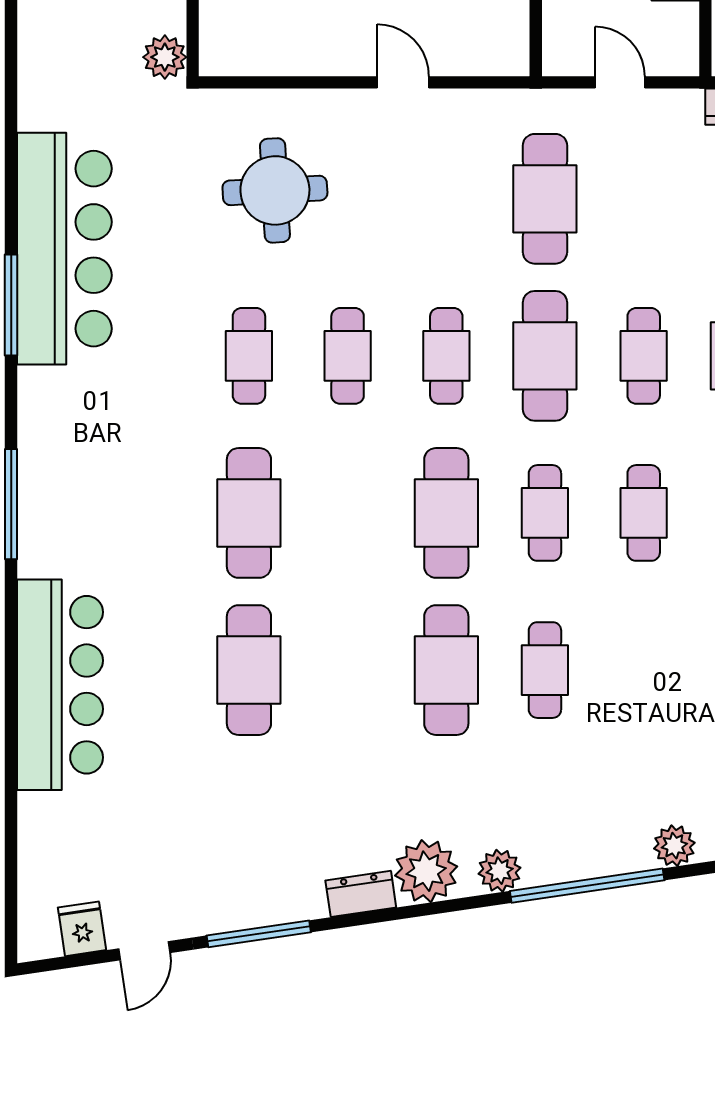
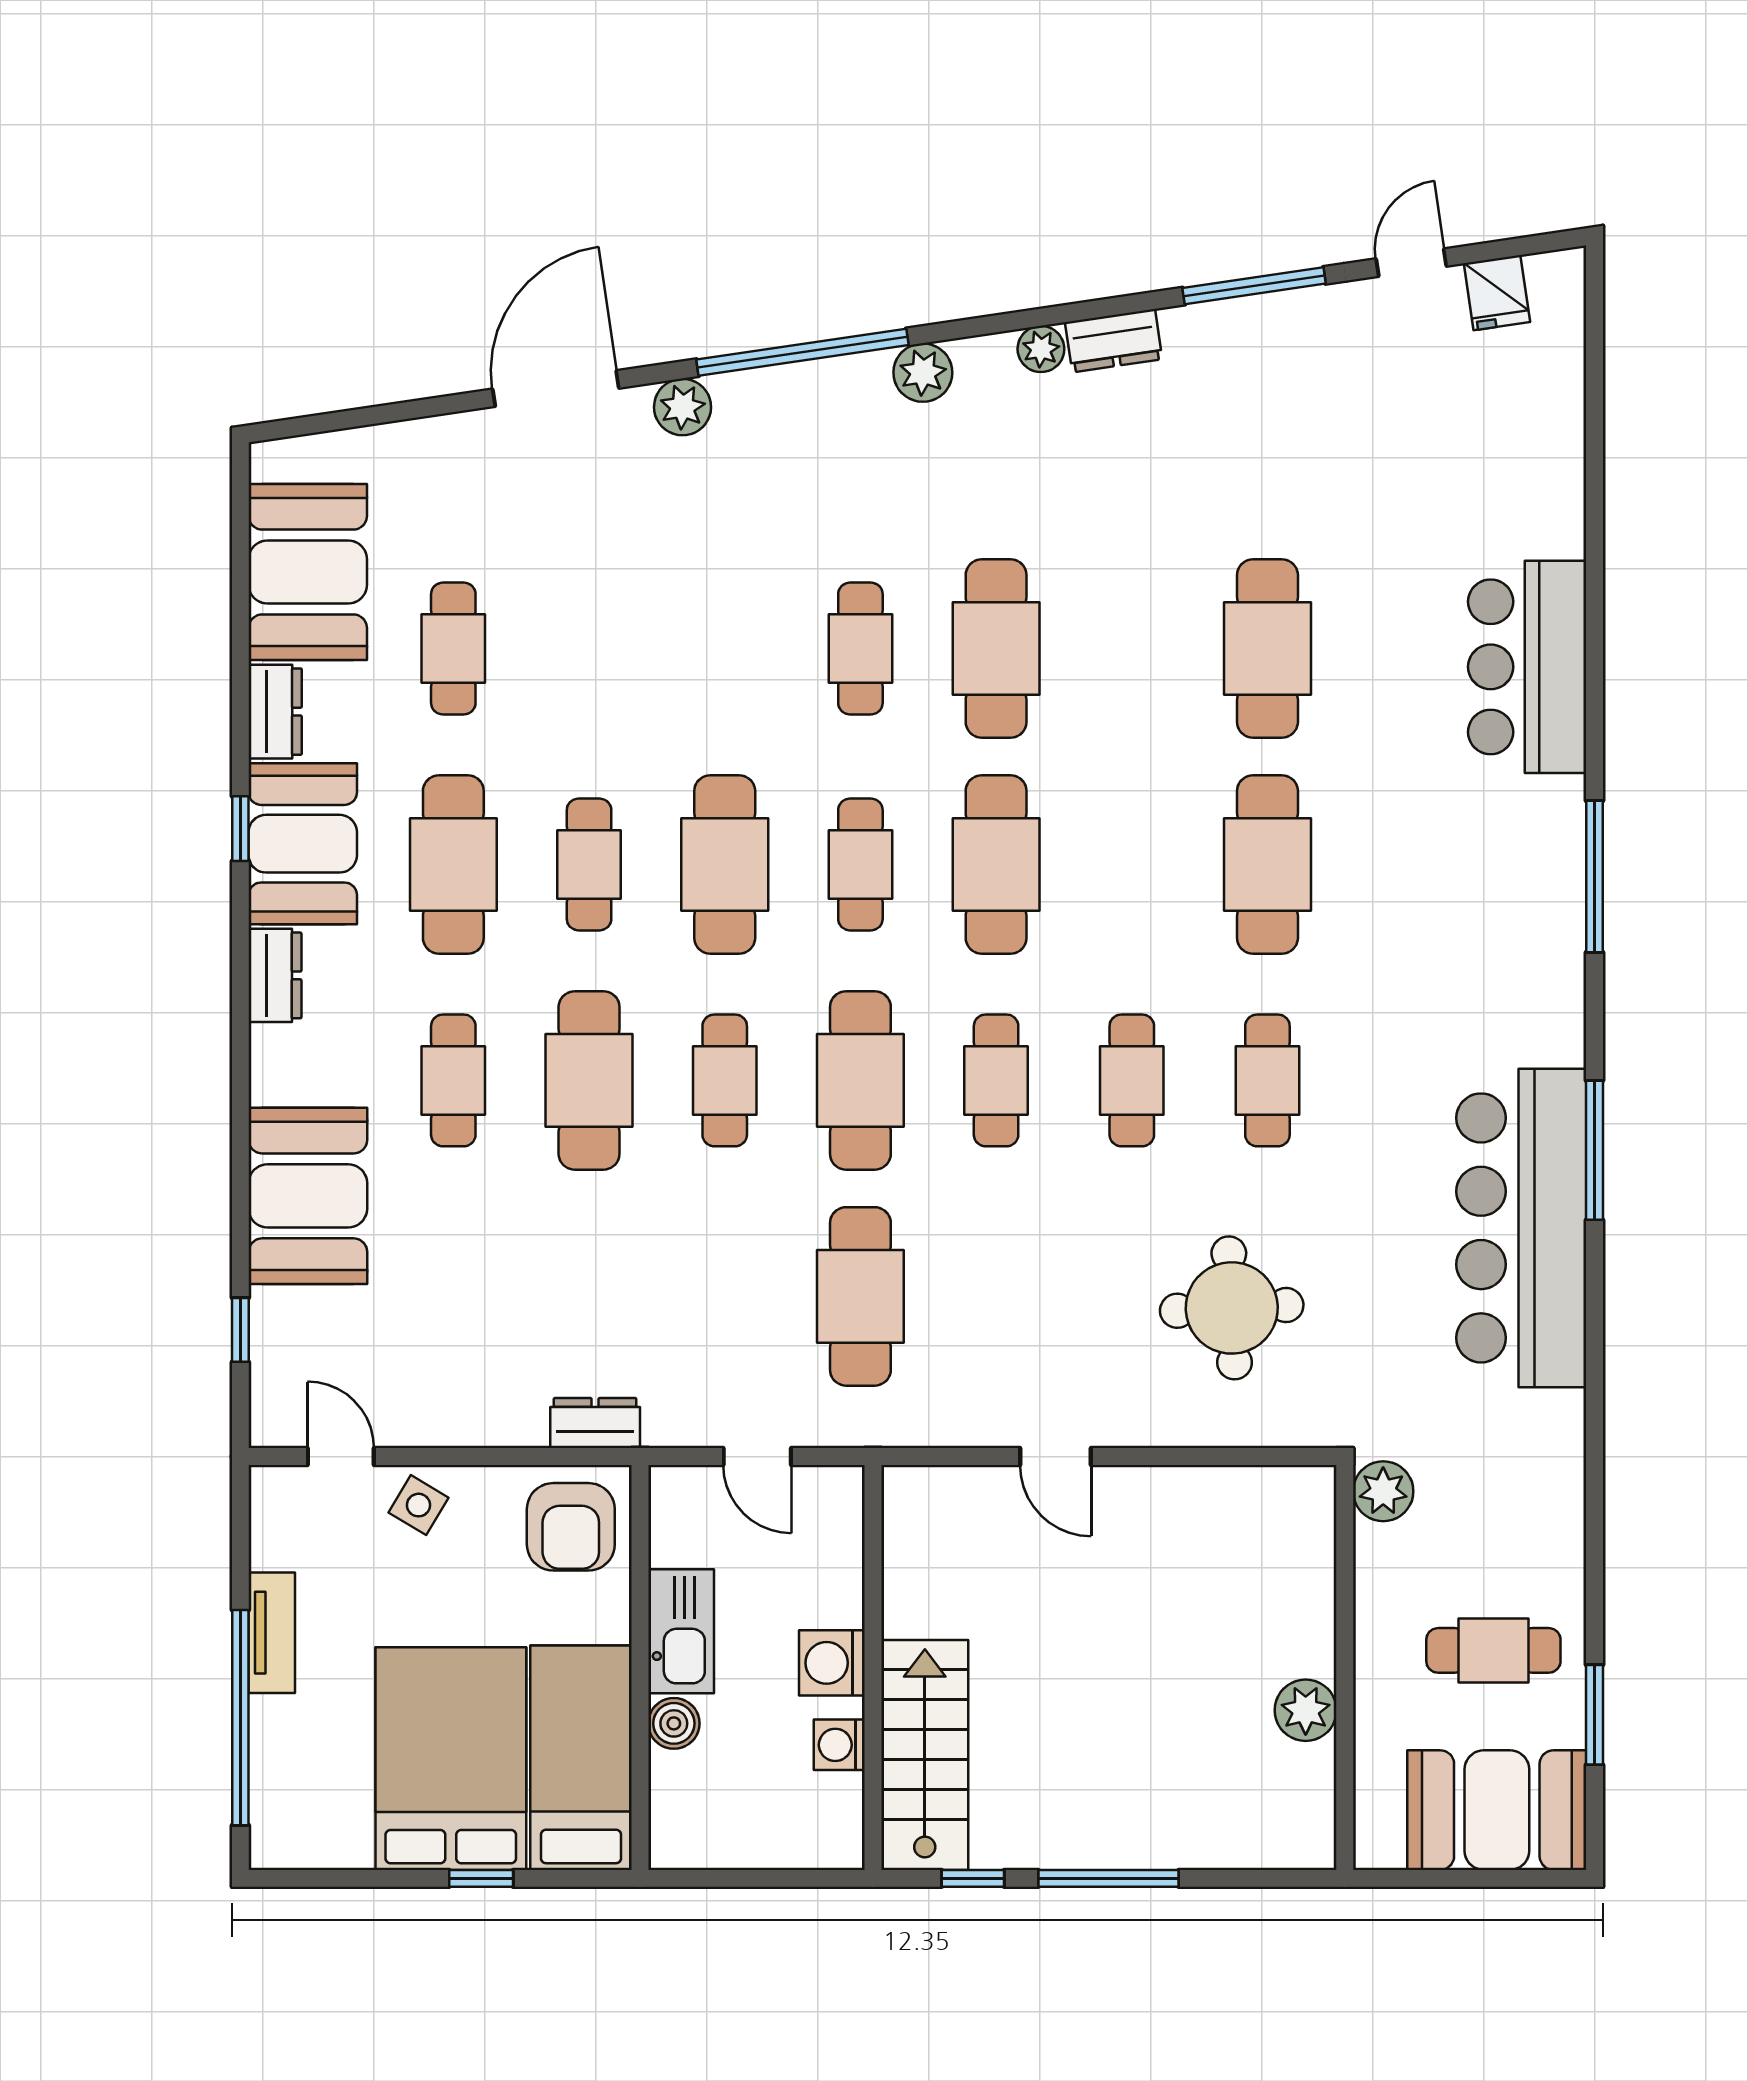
cafe table: (644, 513) -> (725, 864), width x1.37, depth x1.35
bar counter: (60, 685) -> (1527, 667), width x0.73
plant: (426, 871) -> (1041, 349), width x0.53, depth x0.53

